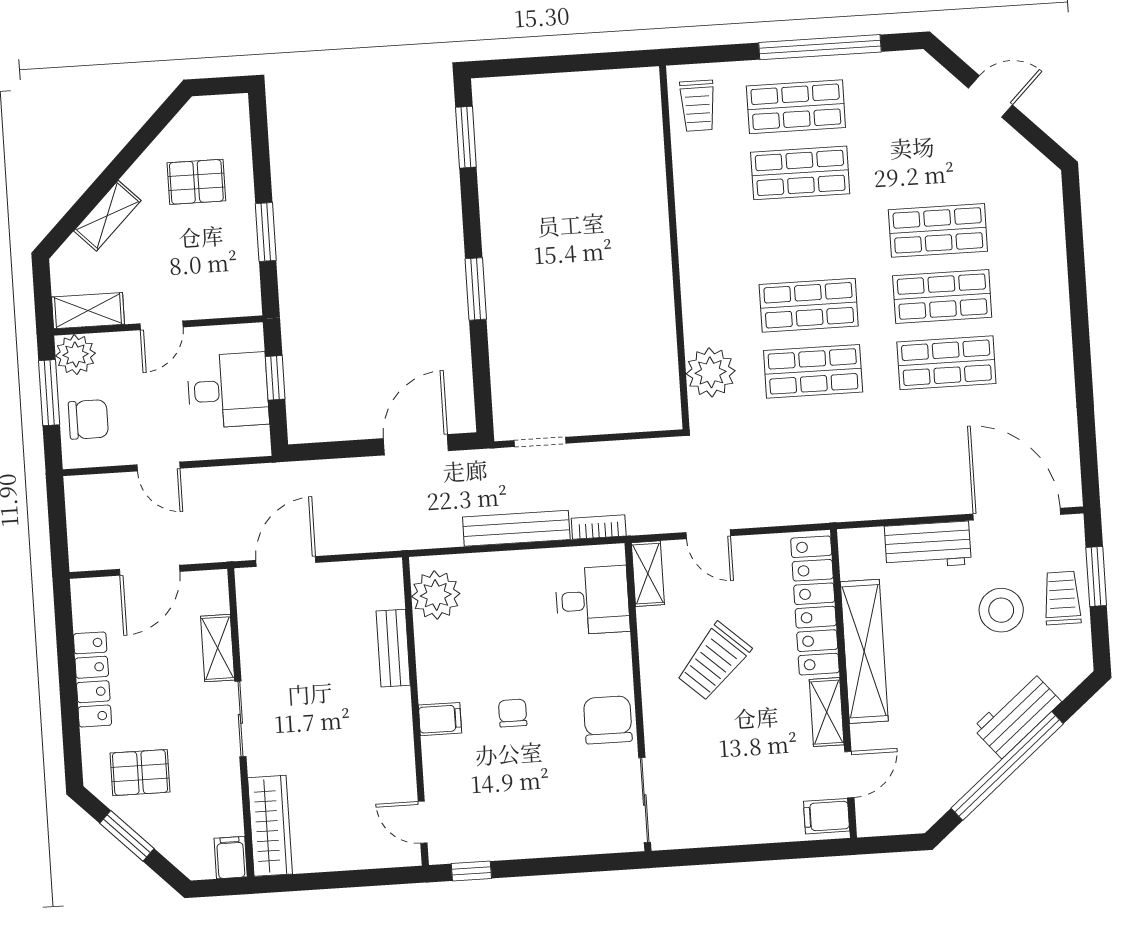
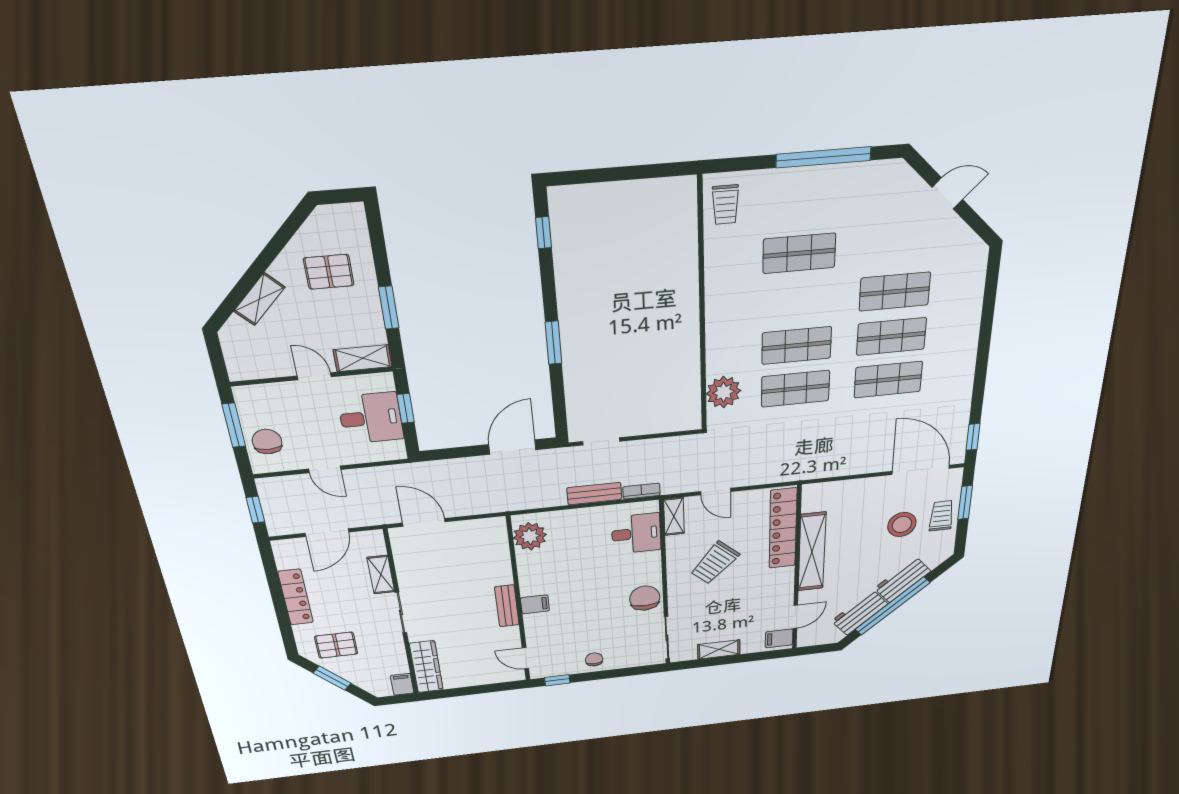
shop shelf: (796, 107) -> (801, 204), removed
window: (466, 137) -> (544, 233), width x0.67
shelving: (88, 311) -> (363, 358), moved
door: (162, 325) -> (314, 376), swing flipped
plant: (75, 355) -> (250, 399), removed
chair: (88, 419) -> (267, 442), turned -90
window: (1089, 462) -> (973, 437), added
window: (58, 526) -> (255, 510), added
bench: (516, 528) -> (594, 494), width x0.73
workbench: (928, 545) -> (860, 613), moved, turned 140
door: (286, 561) -> (424, 522), hinge flipped
bench: (393, 648) -> (507, 606), moved
shelving: (827, 712) -> (719, 649), moved, turned 90
chair: (513, 713) -> (594, 659), moved

